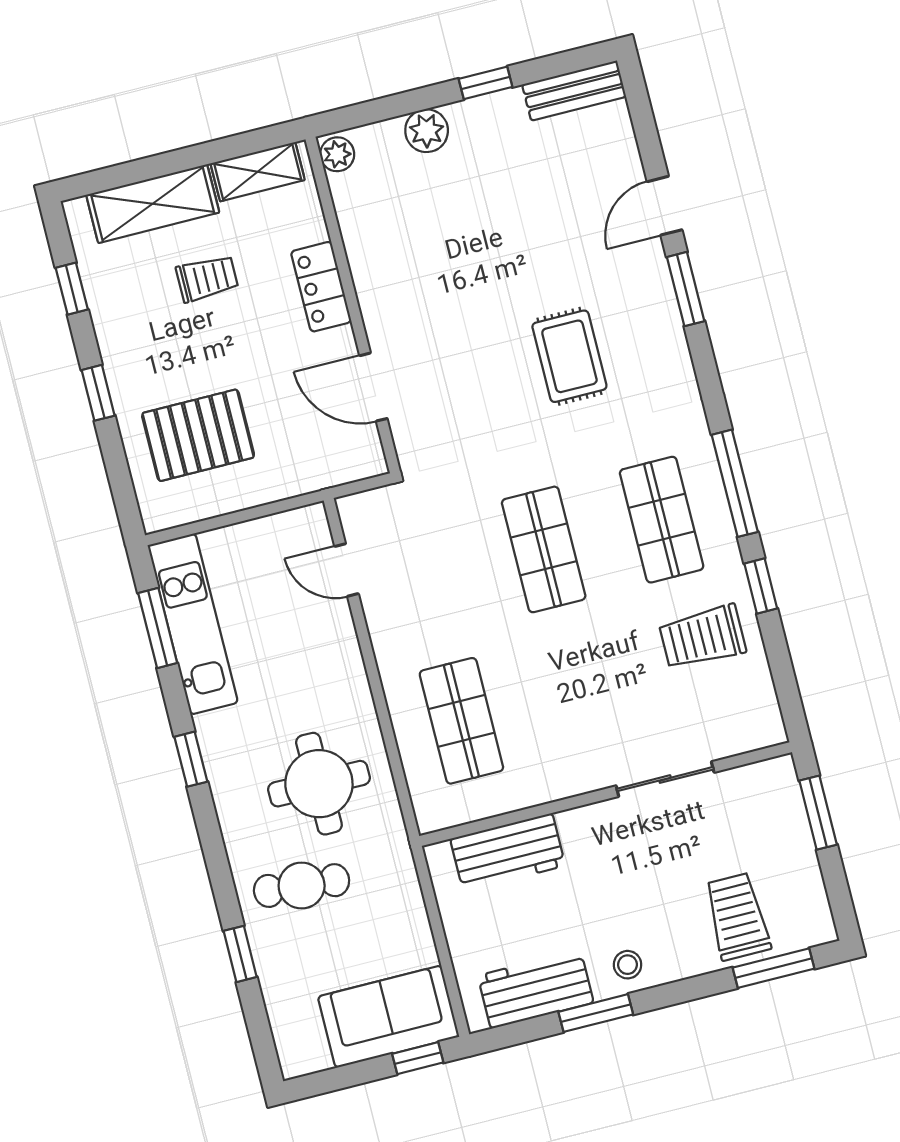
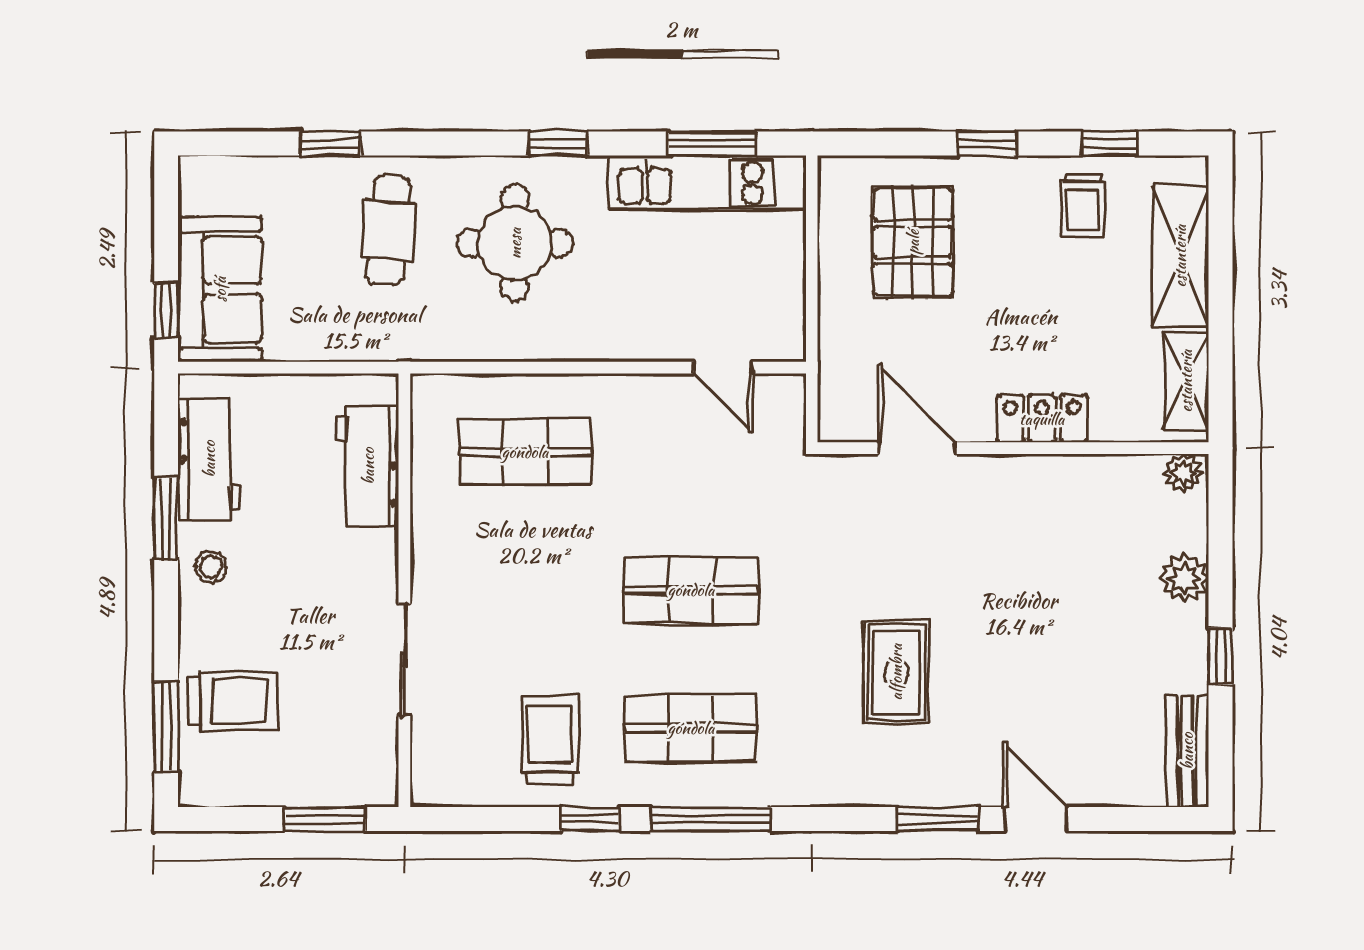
trolley: (207, 278) -> (1083, 205), moved
rug: (569, 356) -> (896, 672), turned 90
door: (373, 387) -> (917, 448), hinge flipped
door: (347, 570) -> (723, 368), swing flipped
round table: (319, 784) -> (515, 243), moved

